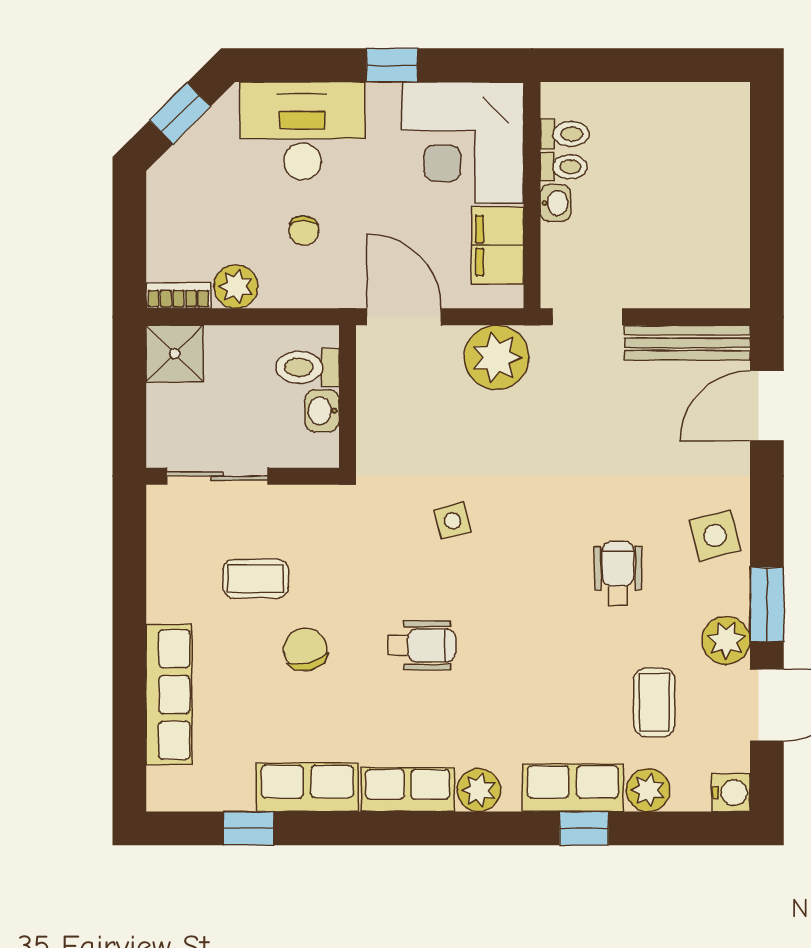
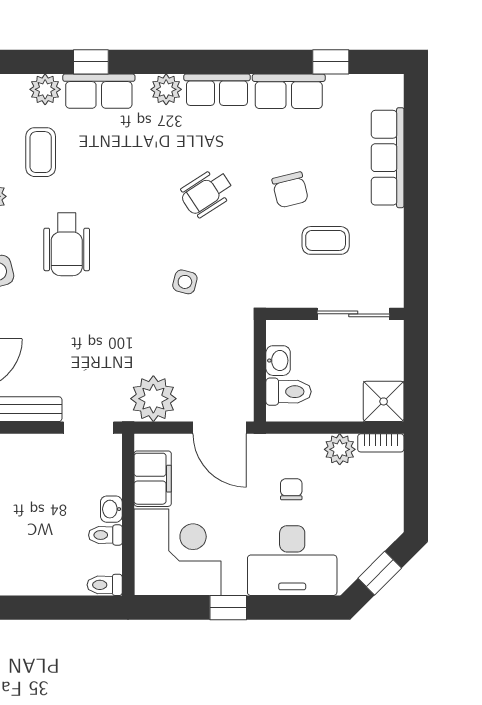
toilet: (565, 134) -> (105, 585), moved
side table: (452, 521) -> (185, 282), turned 30
wheelchair: (618, 573) -> (67, 244), width x1.36, depth x1.37
wheelchair: (422, 645) -> (207, 193), turned -33

